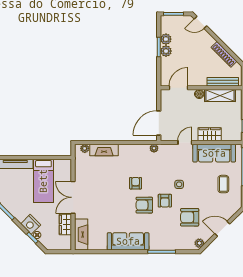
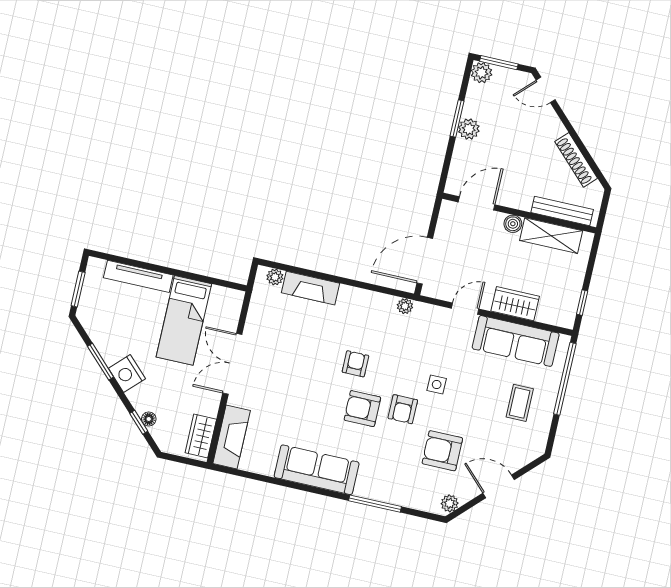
plant: (166, 39) -> (481, 73), moved
nightstand: (31, 224) -> (127, 373), moved
wardrobe: (65, 225) -> (201, 436), moved

